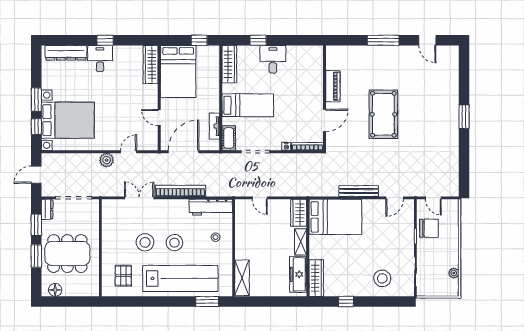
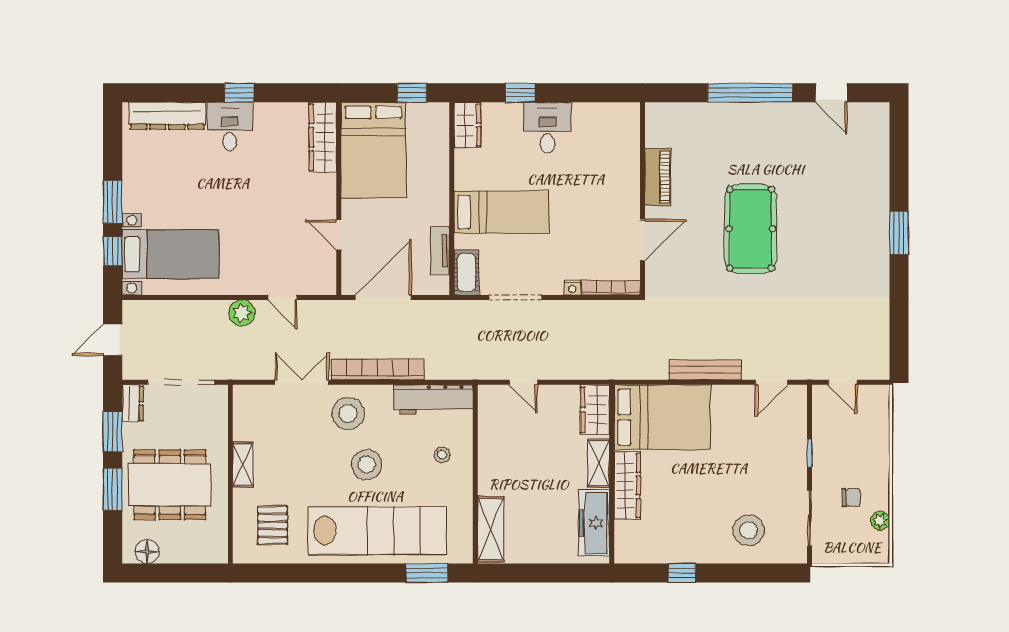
window: (383, 40) -> (750, 93), width x1.46
wardrobe: (229, 64) -> (467, 125), width x0.67
bed with nightstands: (68, 120) -> (170, 254), width x0.73
door: (129, 152) -> (282, 298), swing flipped
chair: (429, 228) -> (851, 498), moved, width x0.54, depth x0.54
stool: (145, 242) -> (348, 413), moved
shelving: (107, 243) -> (243, 465), added
wardrobe: (316, 278) -> (627, 486), moved

